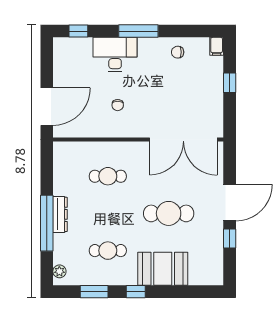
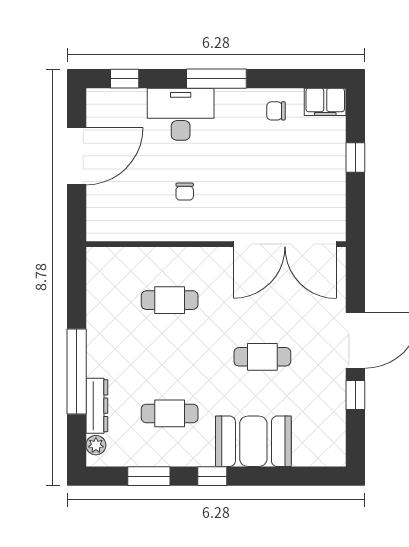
filing cabinet: (217, 46) -> (325, 102), width x2.00
door: (47, 107) -> (77, 156), moved
cafe table: (169, 213) -> (262, 357), width x0.73, depth x0.74
dresser: (60, 214) -> (97, 406), moved

